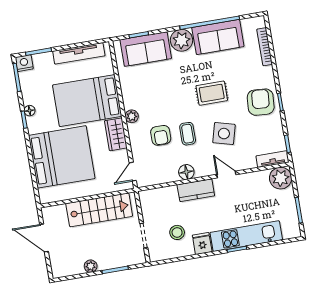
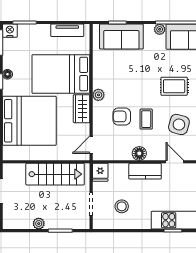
plant: (182, 40) -> (160, 29), width x0.53, depth x0.53
tv unit: (79, 53) -> (67, 30), width x0.71
armchair: (161, 135) -> (122, 116), turned 90
fridge: (202, 244) -> (100, 172), moved, turned 180

